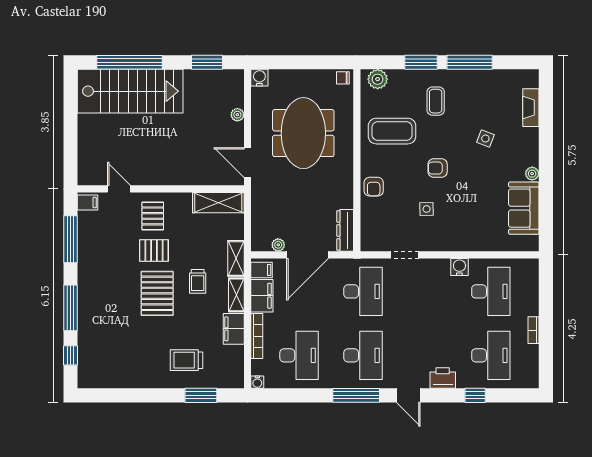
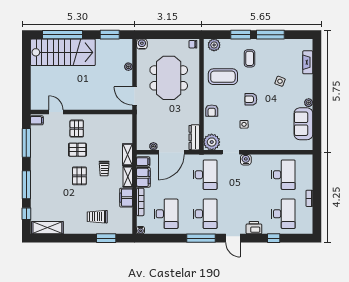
shelving: (218, 203) -> (47, 228), moved
plant: (374, 238) -> (212, 142), added
water cooler: (459, 267) -> (246, 160), moved
pallet: (157, 293) -> (79, 176), width x0.67, depth x0.71

